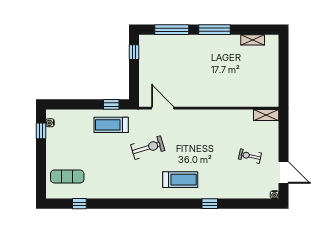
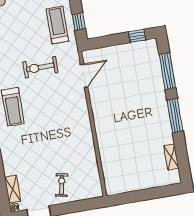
shelving: (266, 115) -> (13, 189), moved
exercise bike: (148, 148) -> (40, 67), turned 107
exercise bike: (250, 156) -> (62, 185), moved

